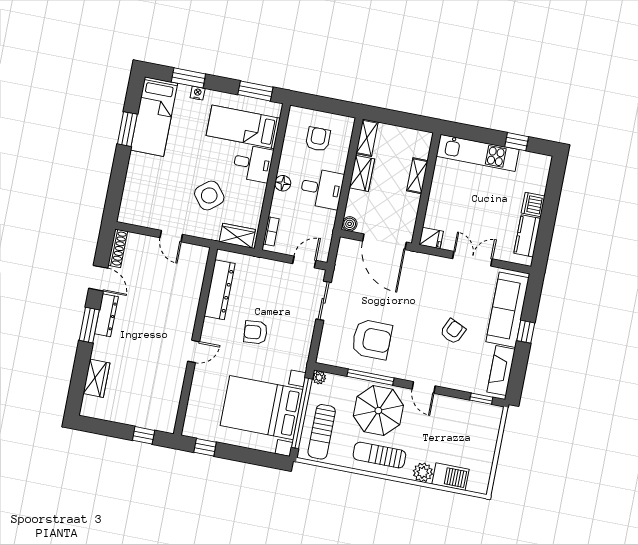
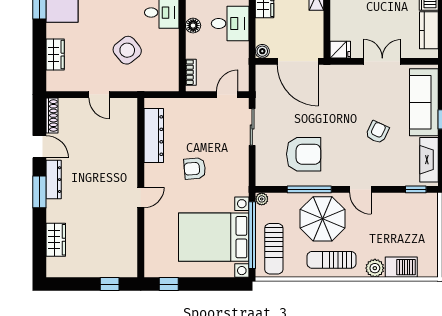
wardrobe: (237, 236) -> (55, 55), moved, turned 90

